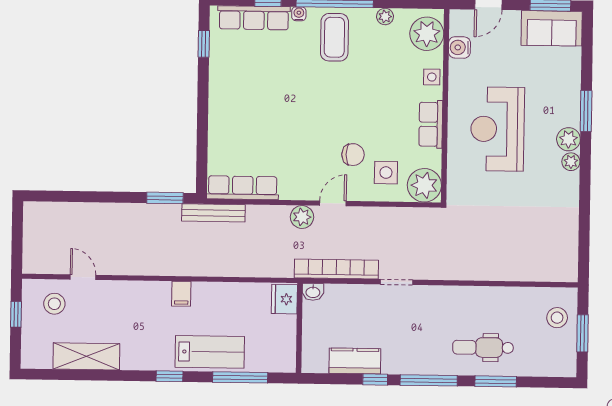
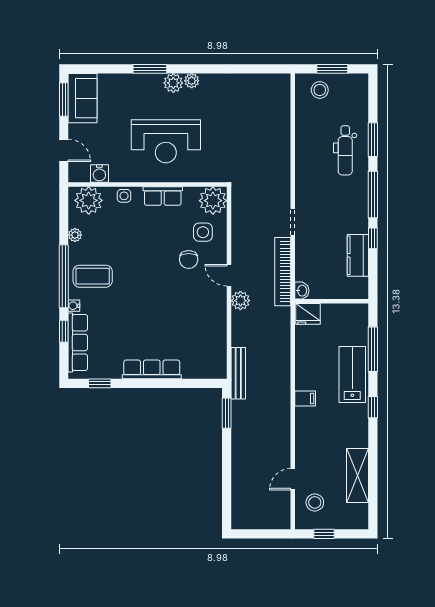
chair: (353, 155) -> (189, 259), turned 180
row of seats: (243, 188) -> (152, 369), moved, turned 90

